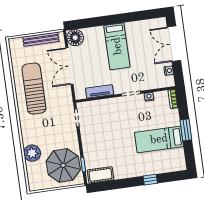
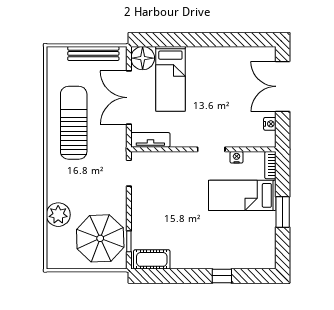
bed: (117, 46) -> (170, 79), moved
tv unit: (100, 91) -> (150, 140), moved
bed: (159, 139) -> (242, 195), moved

